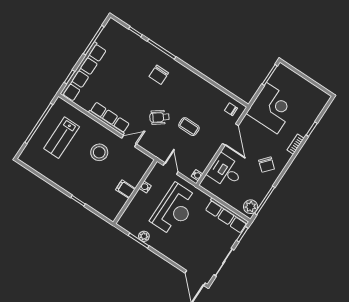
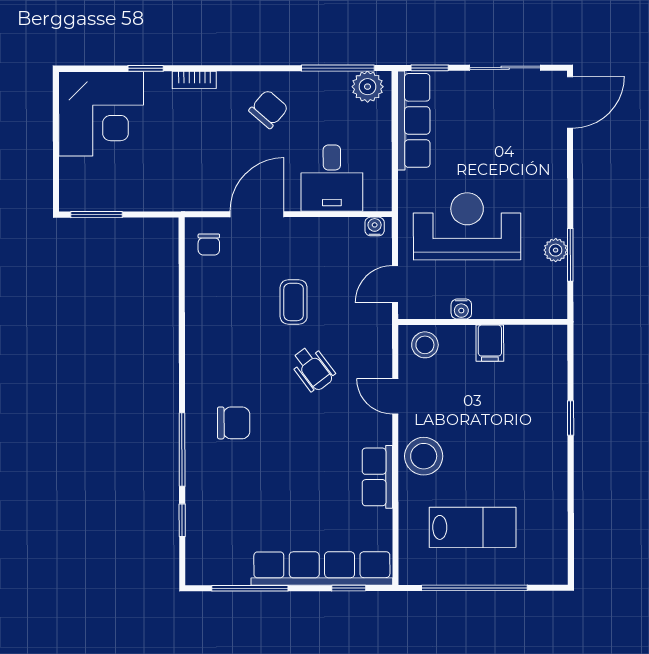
corner desk: (272, 108) -> (101, 114), moved, turned 180
row of seats: (109, 118) -> (377, 477), width x0.68
stool: (99, 152) -> (424, 456), moved
stool: (141, 165) -> (425, 345), added

